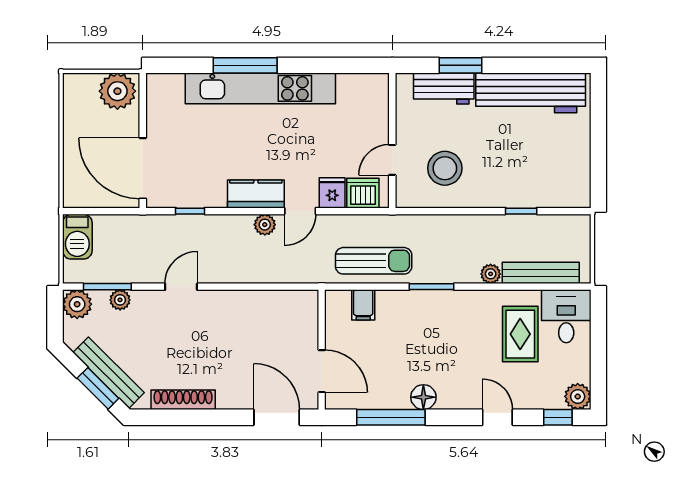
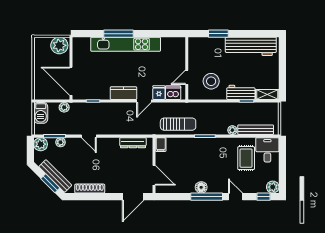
workbench: (444, 88) -> (241, 92), moved, turned 180
shelving: (566, 197) -> (267, 94), added
plant: (265, 225) -> (64, 107), moved
door: (181, 287) -> (89, 136), swing flipped
dresser: (276, 301) -> (133, 143), added
filing cabinet: (363, 305) -> (161, 145), moved
door: (277, 417) -> (133, 197), swing flipped
window: (391, 417) -> (207, 197), moved

